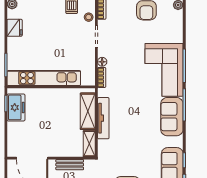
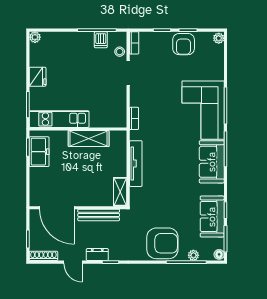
fridge: (15, 28) -> (38, 77), moved
floor lamp: (102, 62) -> (135, 101), removed
kitchen unit: (44, 78) -> (59, 119), width x0.73
shelving: (88, 111) -> (89, 138), moved, turned 90
bench: (70, 165) -> (99, 215), width x1.36

